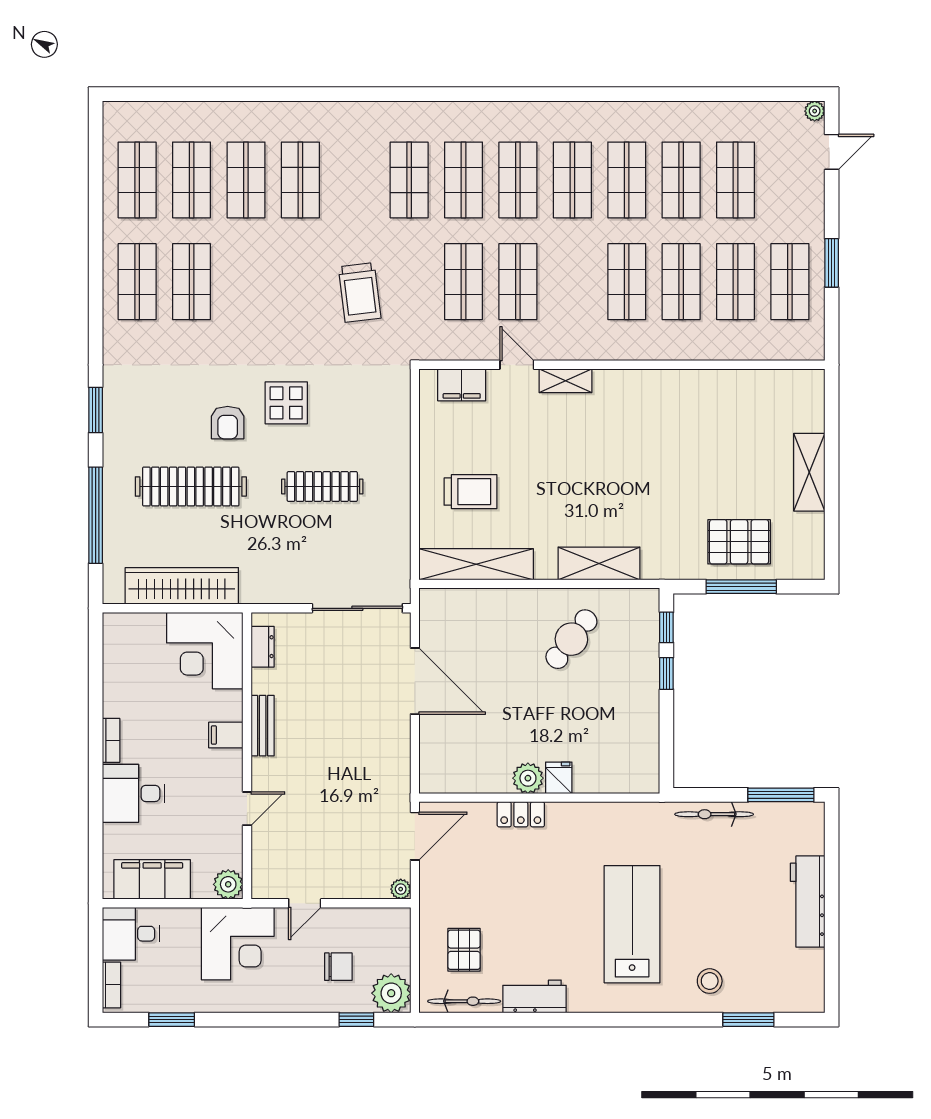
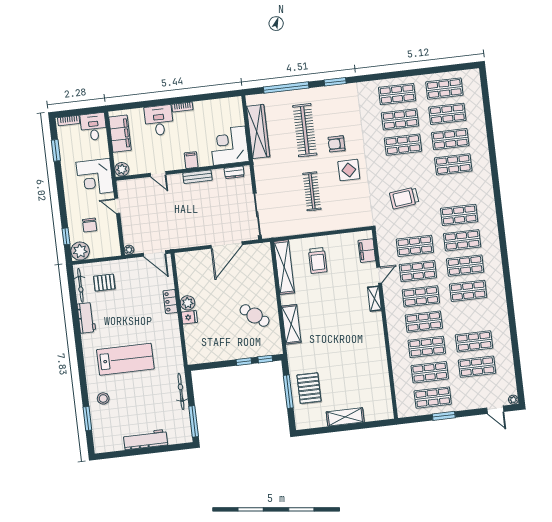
shop shelf: (627, 180) -> (421, 296), moved
shop shelf: (246, 282) -> (403, 145), added

